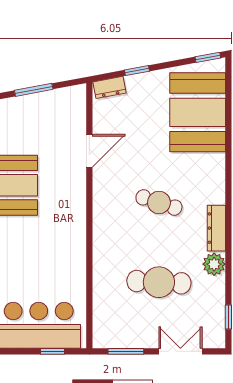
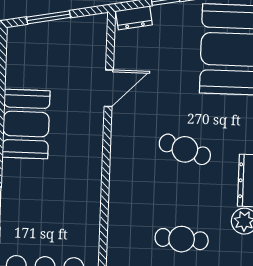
cafe table: (159, 282) -> (182, 239), width x0.73, depth x0.74

